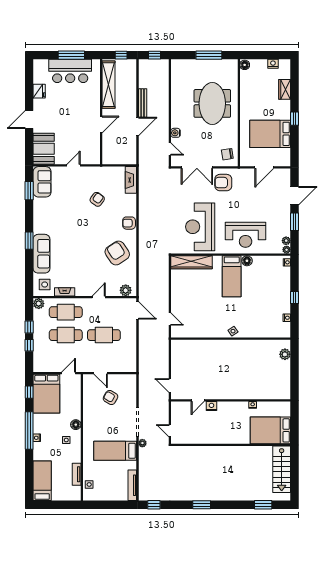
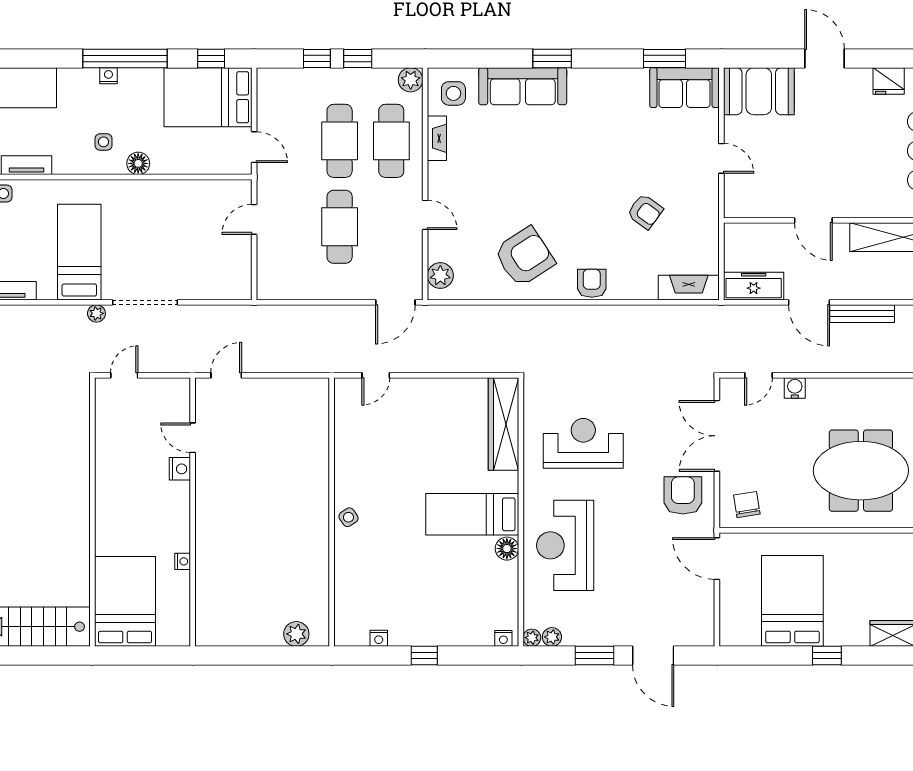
freezer: (130, 151) -> (754, 286), added
door: (264, 167) -> (717, 559), moved
reception desk: (200, 227) -> (583, 443), width x0.74, depth x0.77
armchair: (111, 398) -> (199, 242), removed

